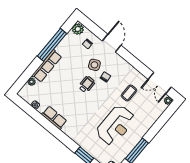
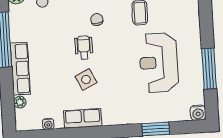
side table: (94, 65) -> (86, 80), moved
reception desk: (116, 125) -> (159, 63), turned 180

